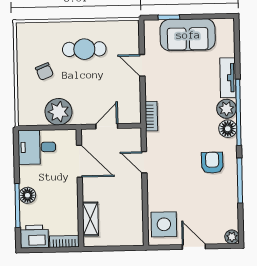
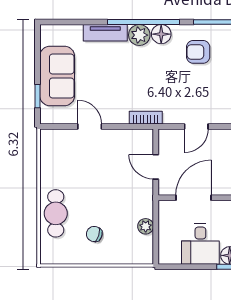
cafe table: (84, 49) -> (56, 213), moved
door: (142, 65) -> (90, 127), swing flipped
chair: (44, 72) -> (94, 234), turned -141
plant: (59, 112) -> (146, 226), width x0.53, depth x0.53
desk: (37, 147) -> (200, 244), moved

